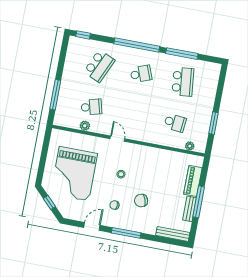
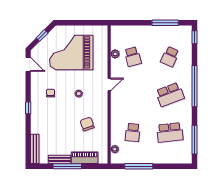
window: (182, 54) -> (194, 140), moved
school desk: (99, 66) -> (170, 57), width x0.54
school desk: (141, 74) -> (170, 95), width x1.85
window: (55, 95) -> (165, 23), moved
window: (214, 123) -> (139, 166), width x1.44
chair: (141, 200) -> (87, 124), moved
door: (92, 226) -> (28, 64), moved
window: (126, 233) -> (28, 108), width x0.46

